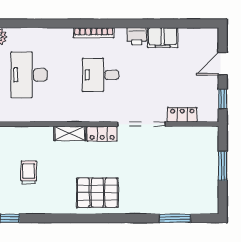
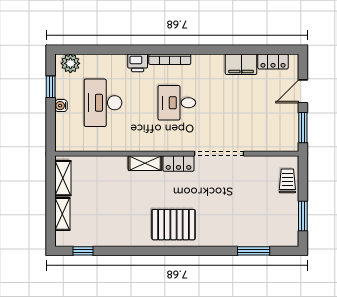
printer: (137, 36) -> (138, 63), moved
window: (223, 99) -> (303, 128), width x1.50
locker: (182, 115) -> (273, 61), moved, turned 180
window: (223, 166) -> (303, 216), moved
trolley: (29, 173) -> (287, 181), moved

